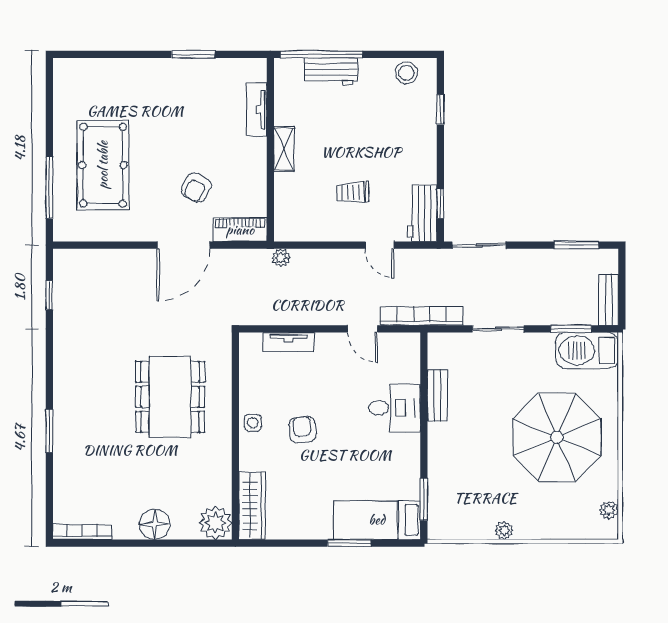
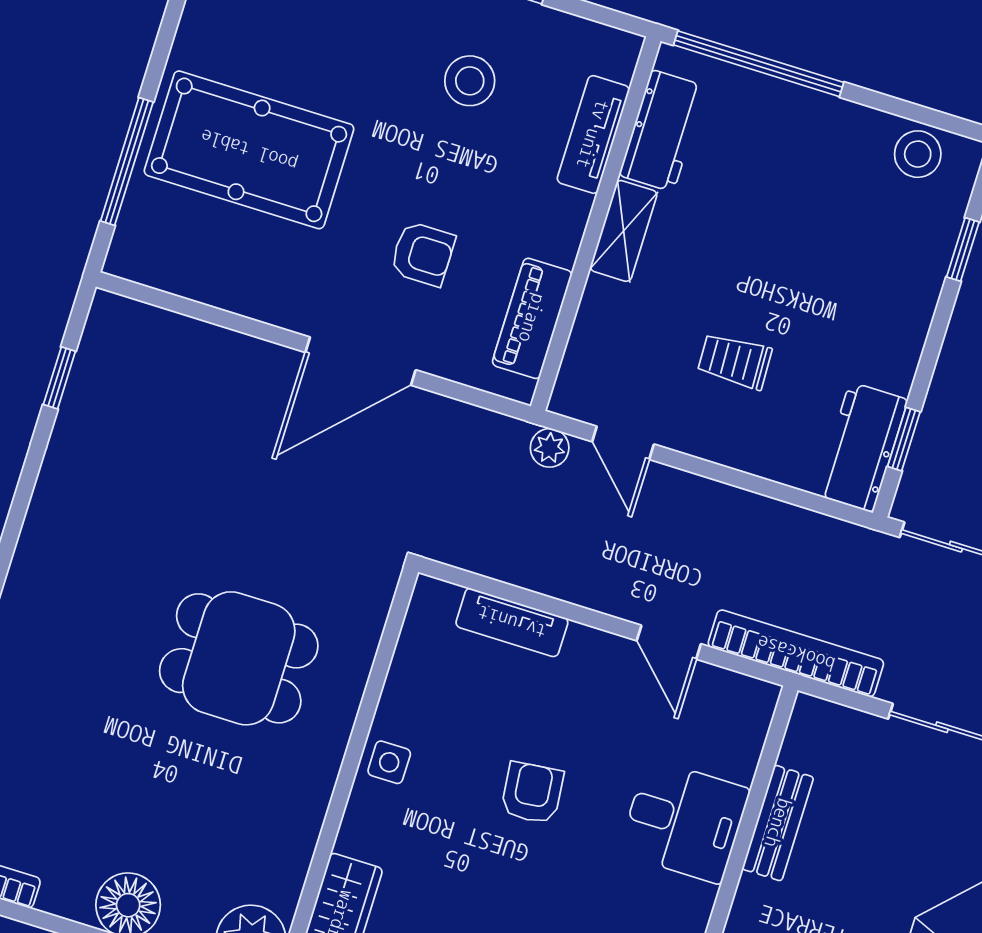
workbench: (331, 71) -> (662, 131), moved, turned -90
stool: (193, 103) -> (470, 81), added
pool table: (103, 165) -> (249, 150), turned 90
armchair: (196, 188) -> (423, 254), turned -118
piano: (240, 230) -> (532, 318), moved, turned -90
door: (379, 245) -> (623, 443), moved
dining table: (170, 397) -> (239, 658), width x0.73
armchair: (302, 430) -> (532, 793), moved

